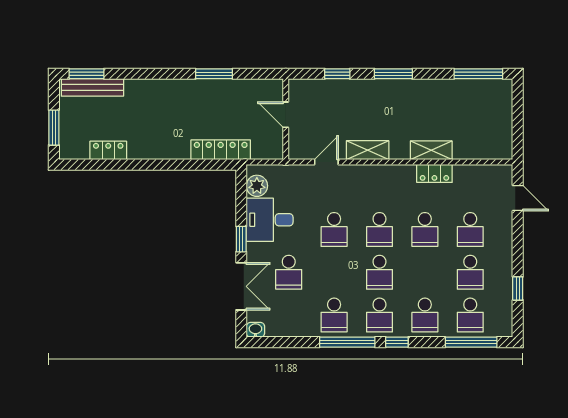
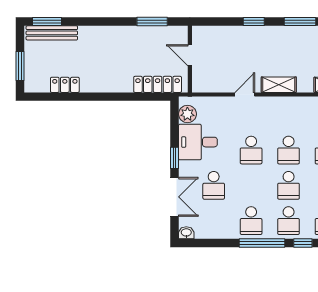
door: (286, 115) -> (190, 55), moved
wall: (286, 119) -> (190, 59), moved

